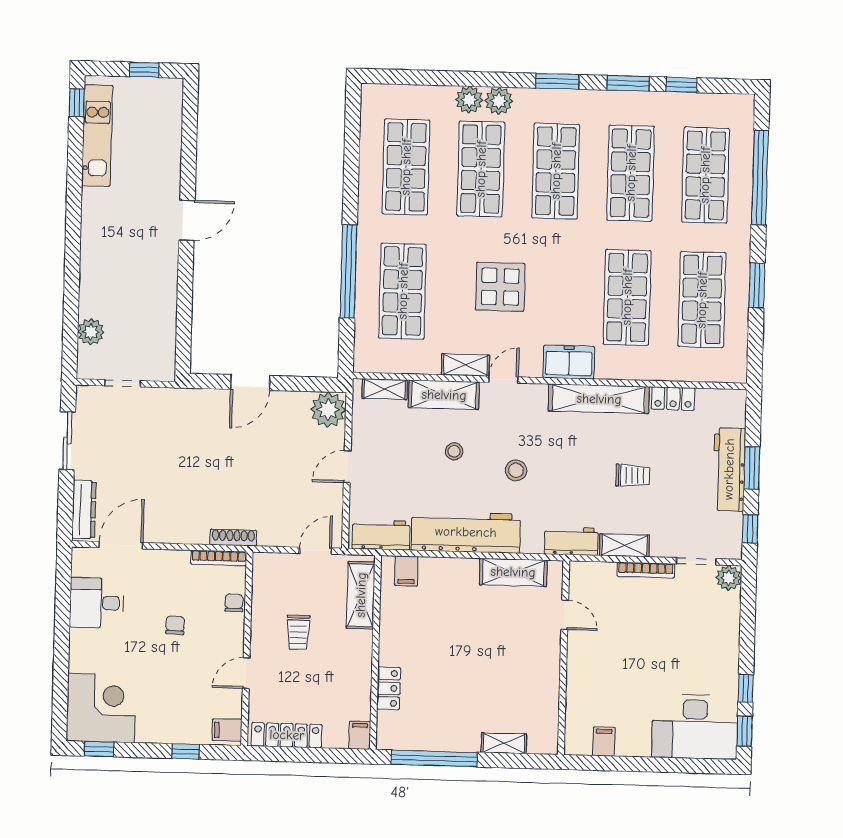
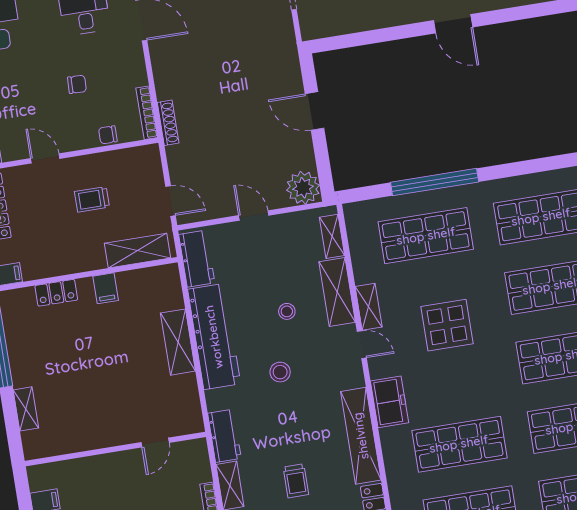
filing cabinet: (406, 571) -> (106, 288), moved, turned -90
shelving: (513, 572) -> (178, 342), moved
chair: (234, 603) -> (108, 135), turned 180

